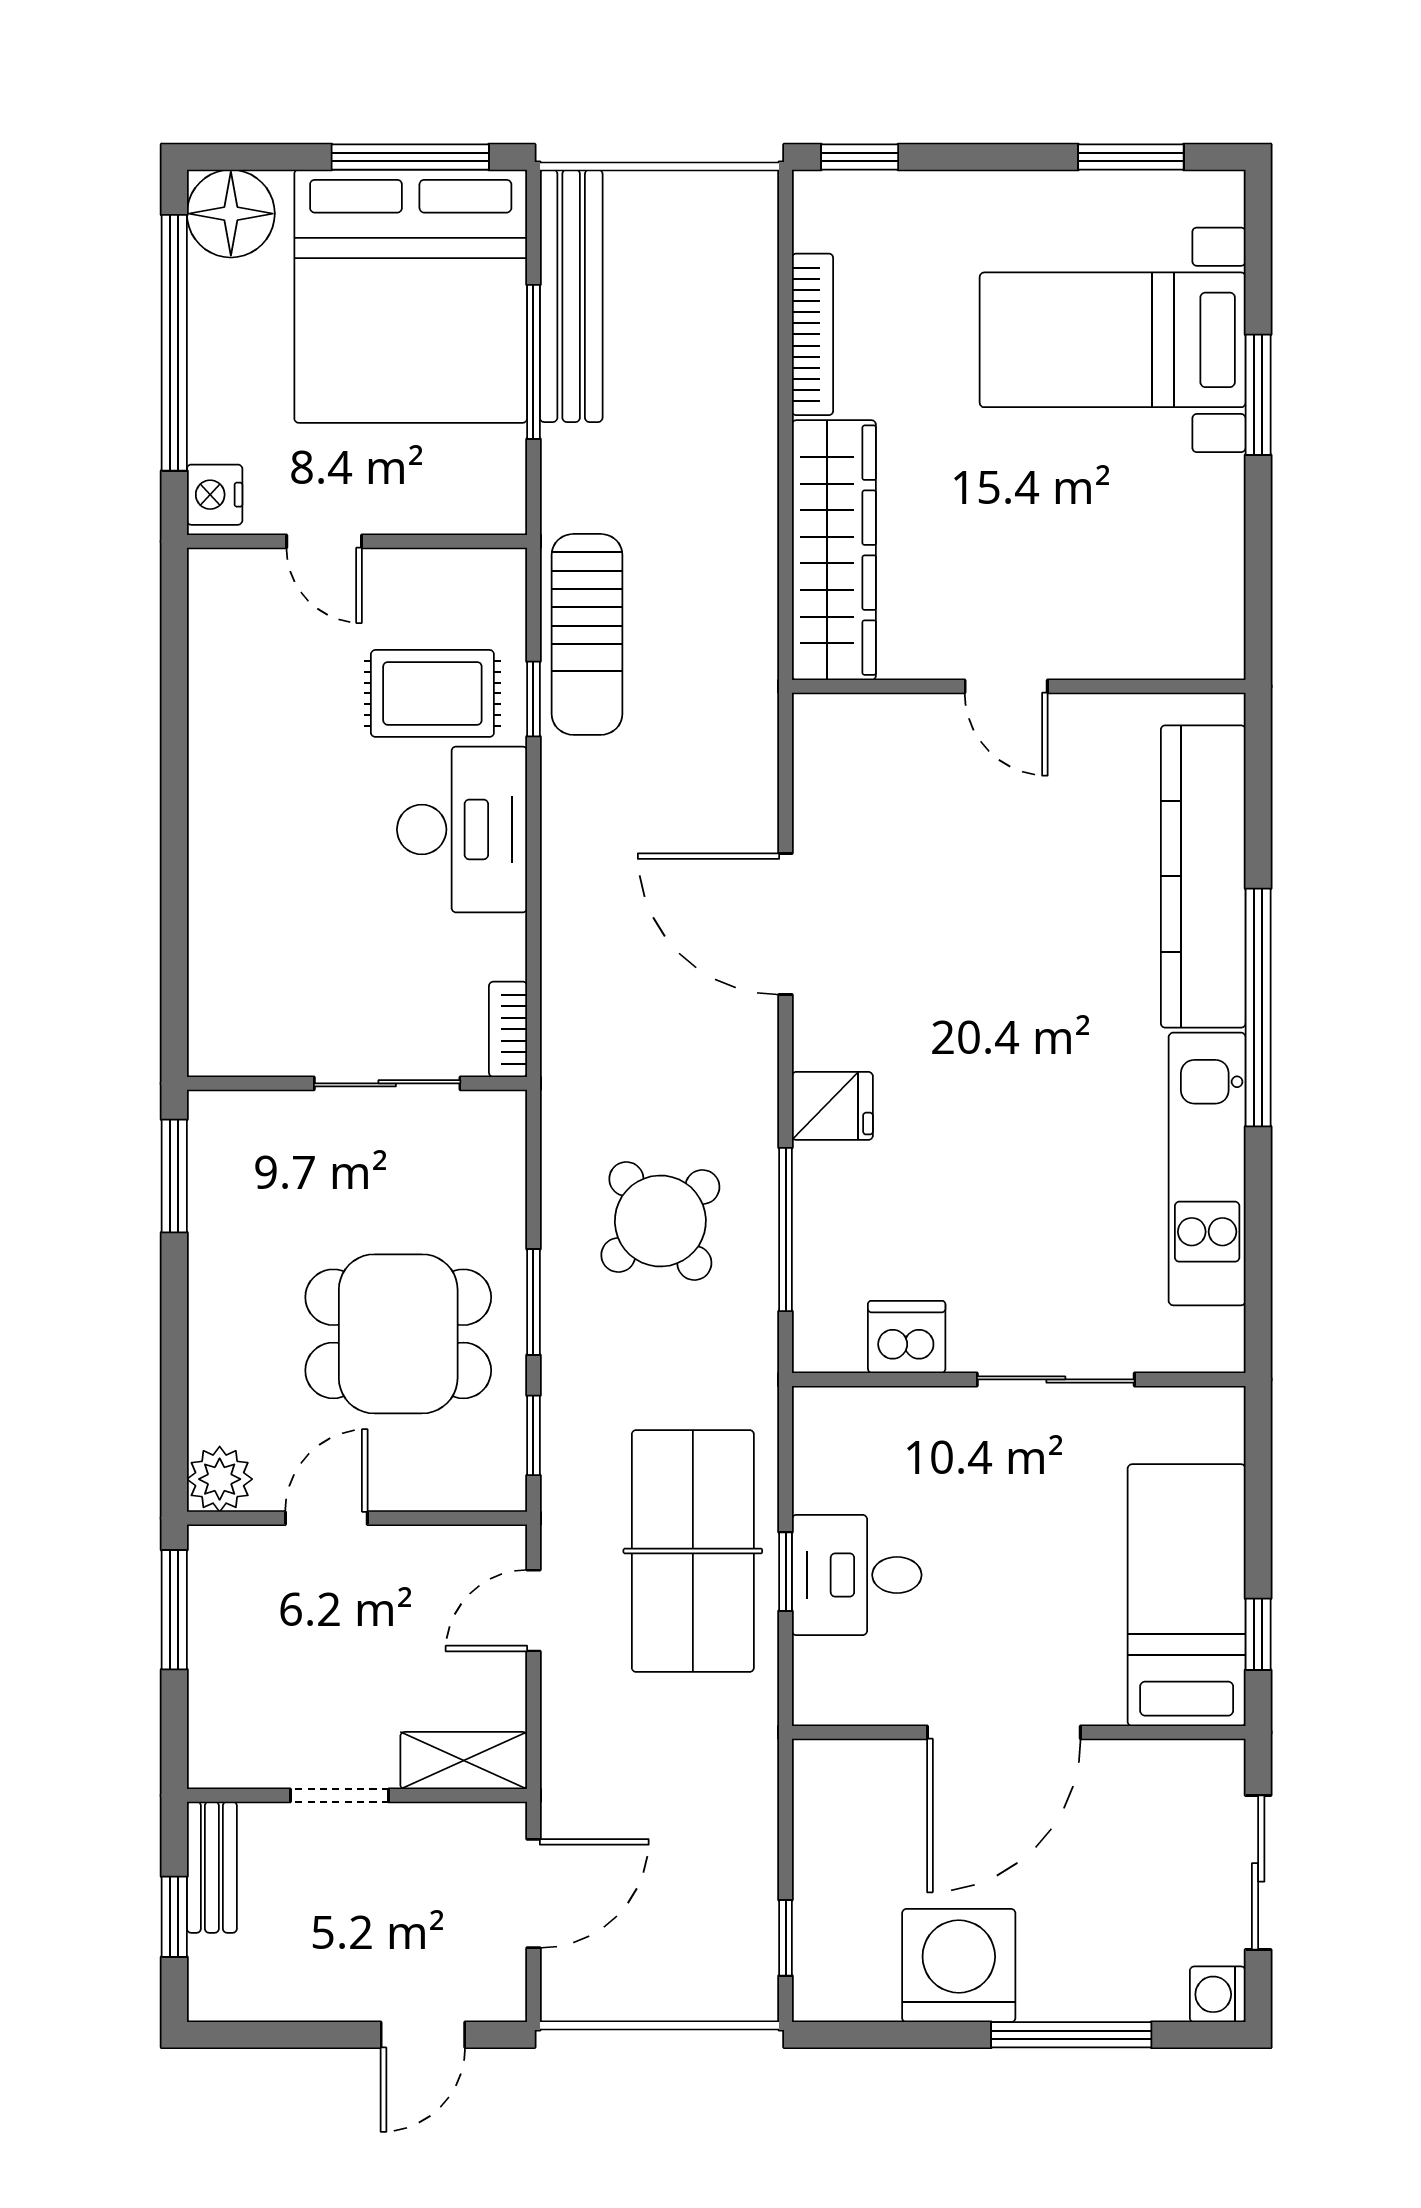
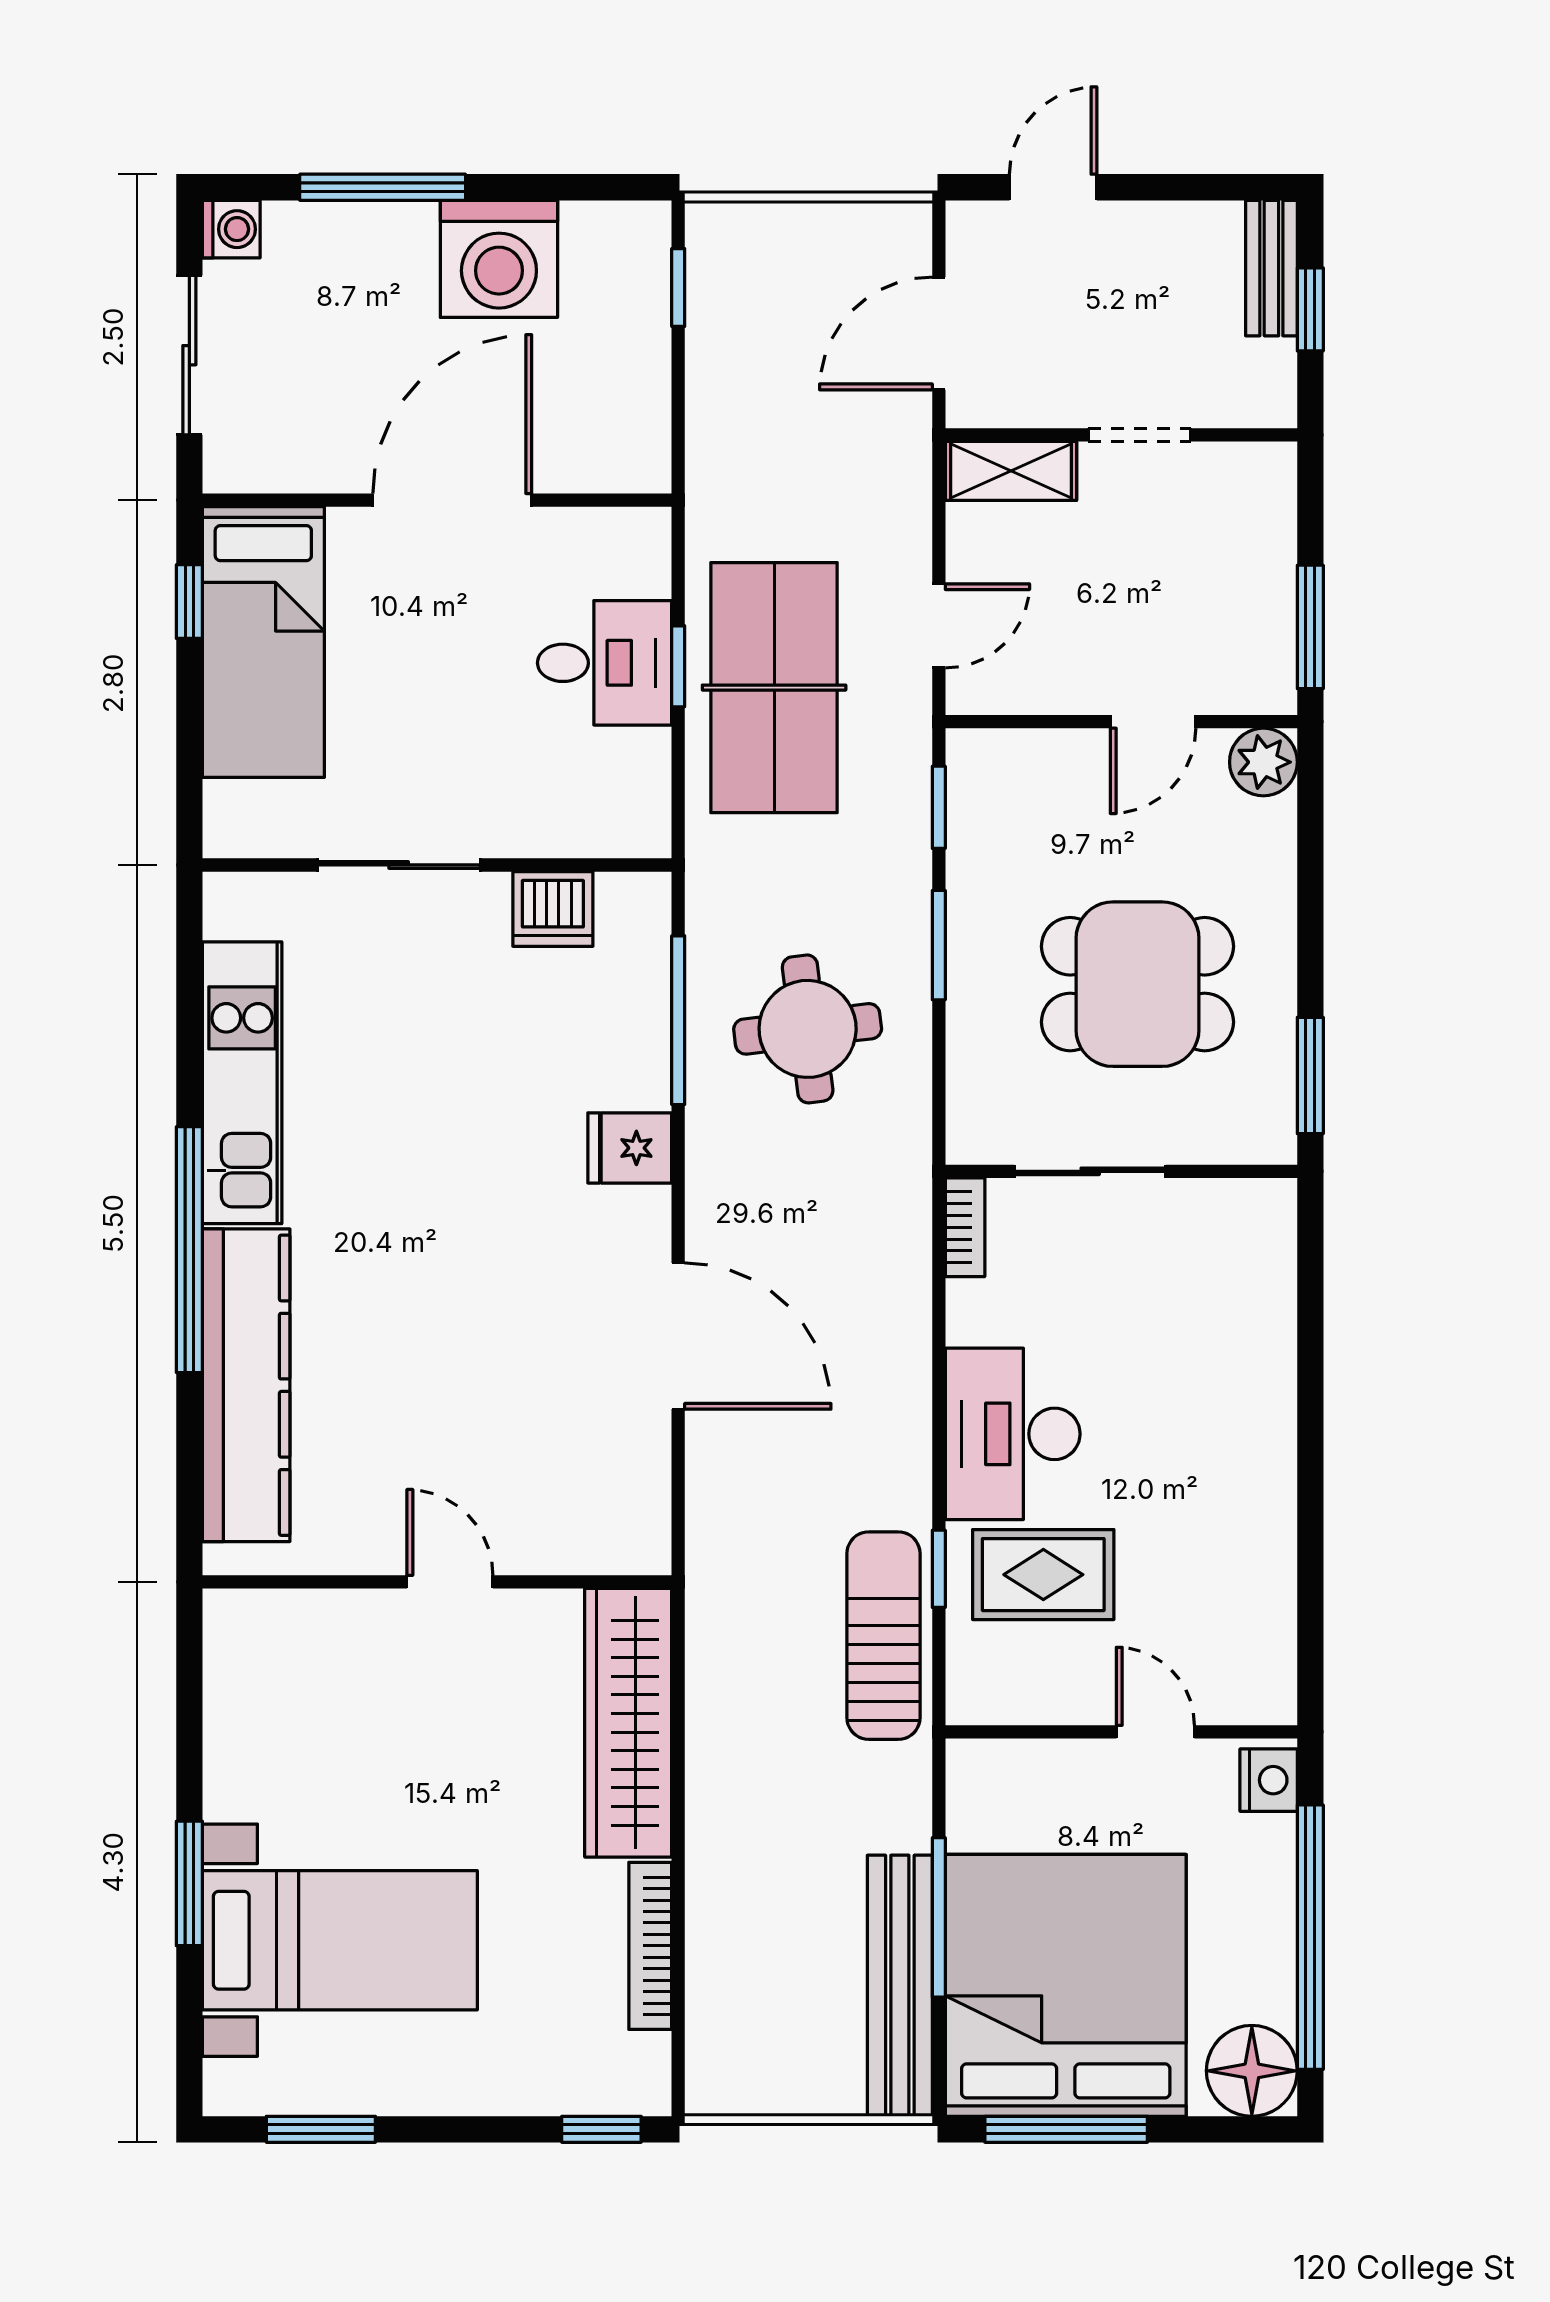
round table: (660, 1221) -> (808, 1029), turned 32
dining table: (398, 1334) -> (1137, 984), moved
bench: (212, 1867) -> (1271, 268), moved

